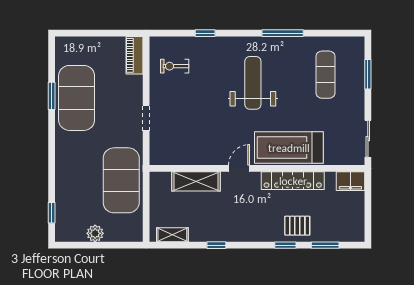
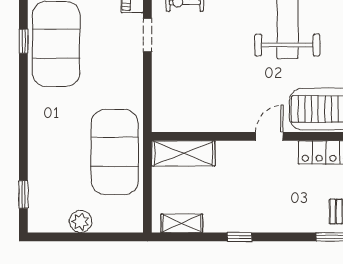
window: (52, 96) -> (23, 41), width x0.67
doorway: (146, 118) -> (147, 35), moved
shelving: (196, 181) -> (183, 153), moved

